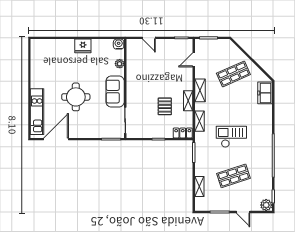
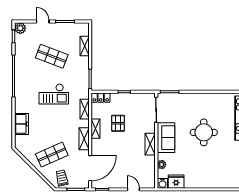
fridge: (83, 46) -> (176, 182), moved
trolley: (223, 50) -> (62, 178), added
door: (194, 60) -> (90, 168), width x1.88
shelving: (131, 85) -> (150, 144), added
freezer: (265, 93) -> (21, 124), moved
door: (56, 139) -> (223, 92), removed
shop shelf: (233, 176) -> (52, 56), turned 39

